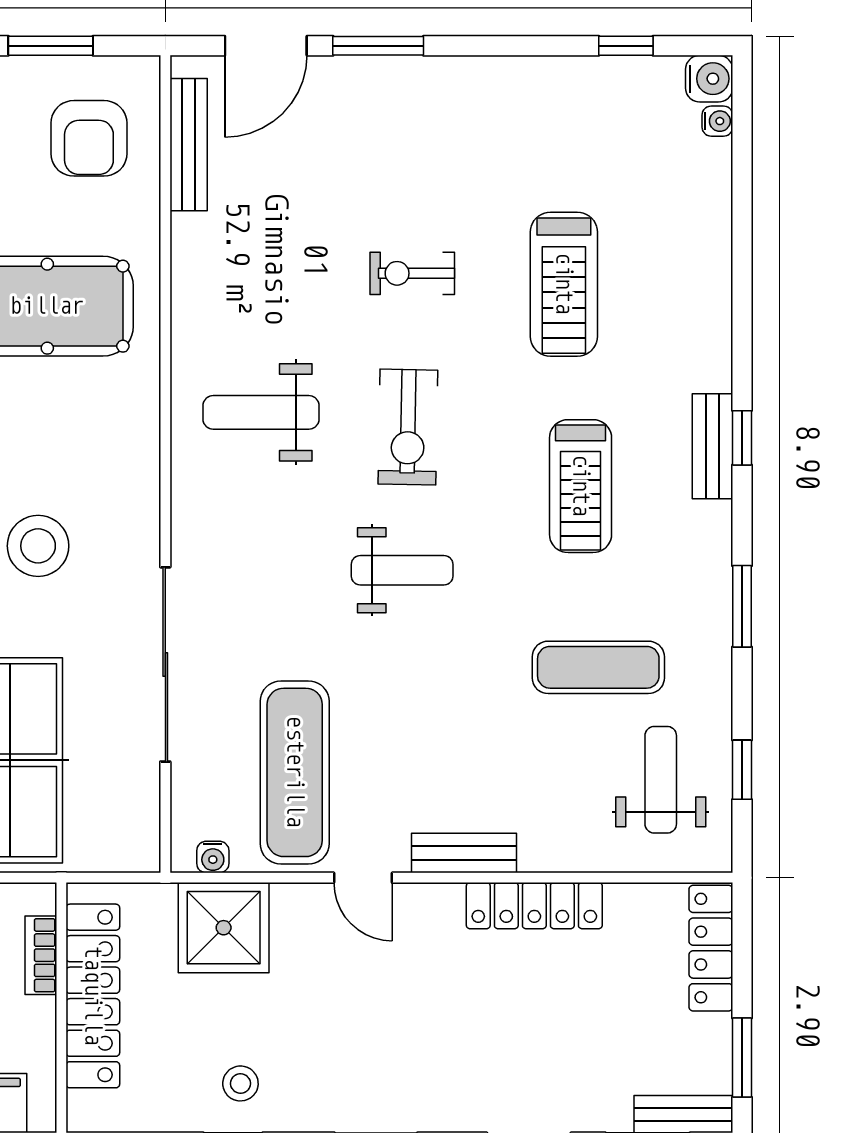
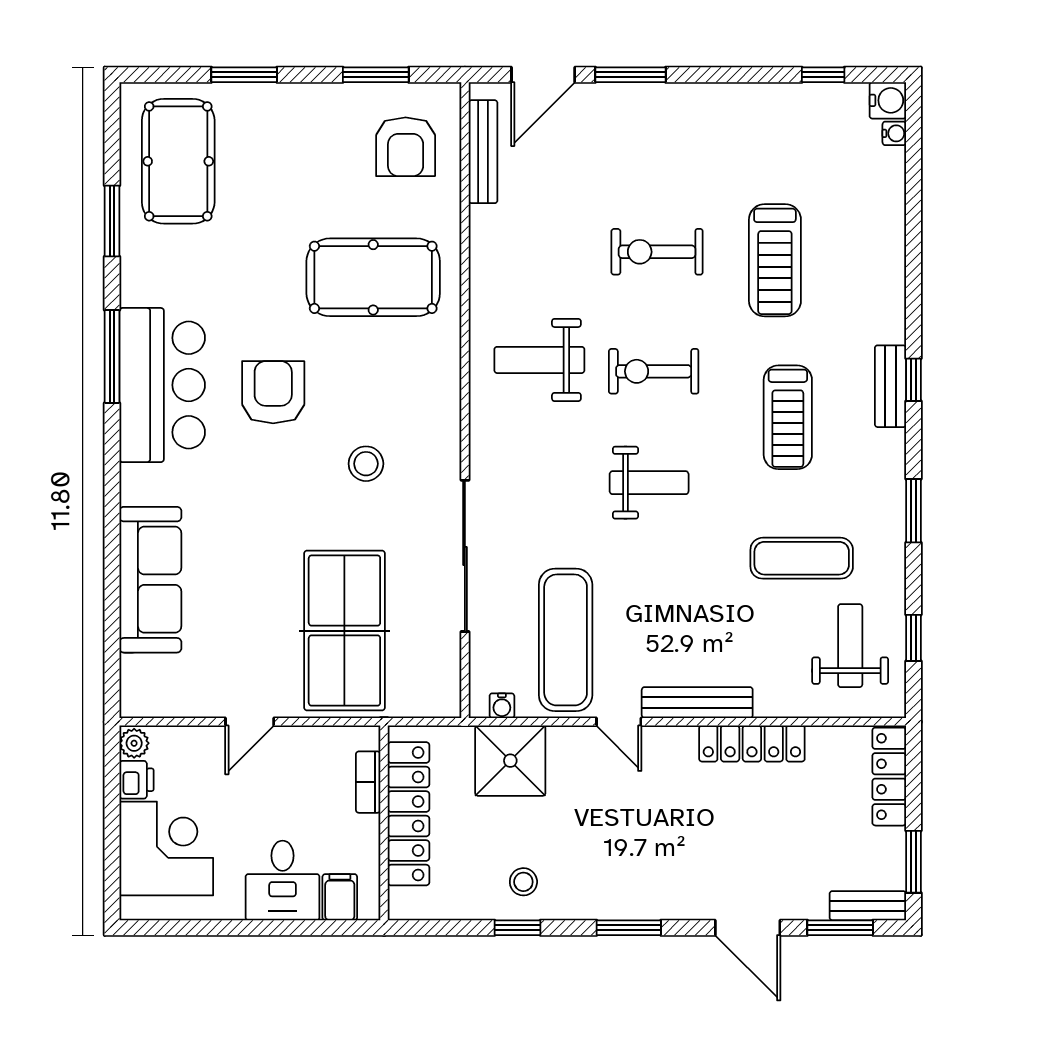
exercise bike: (412, 273) -> (657, 252), width x1.38, depth x1.39
exercise bike: (408, 427) -> (654, 371), turned 89
stool: (38, 546) -> (366, 464), width x0.73, depth x0.73
bench: (464, 853) -> (697, 703), width x1.36

